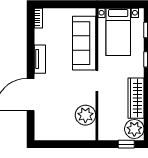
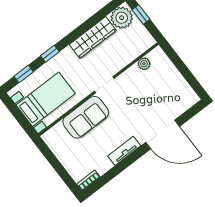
sofa: (84, 43) -> (86, 117), width x0.73
plant: (85, 115) -> (144, 64), width x0.53, depth x0.53

